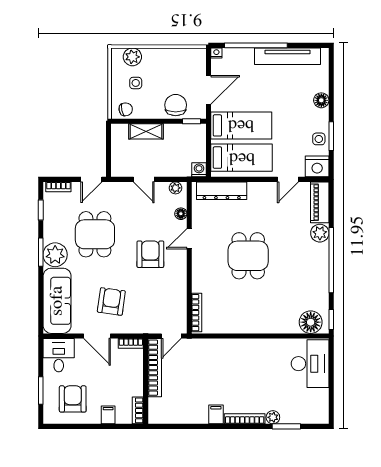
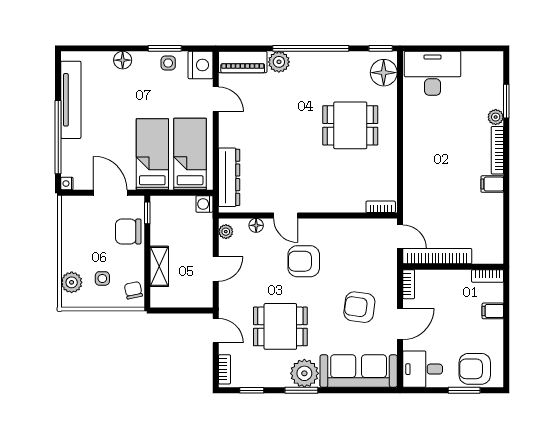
dining table: (248, 256) -> (350, 125), moved
bookcase: (197, 313) -> (381, 207), width x0.64
armchair: (73, 399) -> (475, 369), moved

